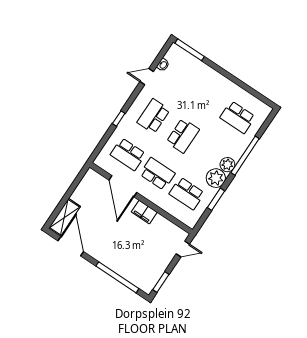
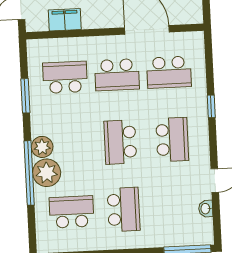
school desk: (208, 98) -> (124, 209), added
school desk: (128, 154) -> (169, 72), turned 180
plant: (216, 178) -> (47, 173), moved
filing cabinet: (144, 212) -> (65, 20), moved

